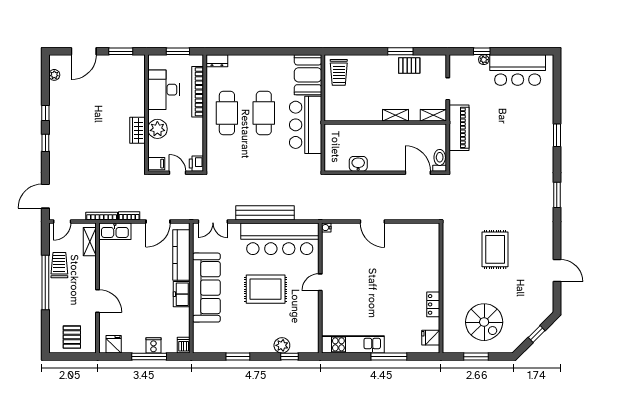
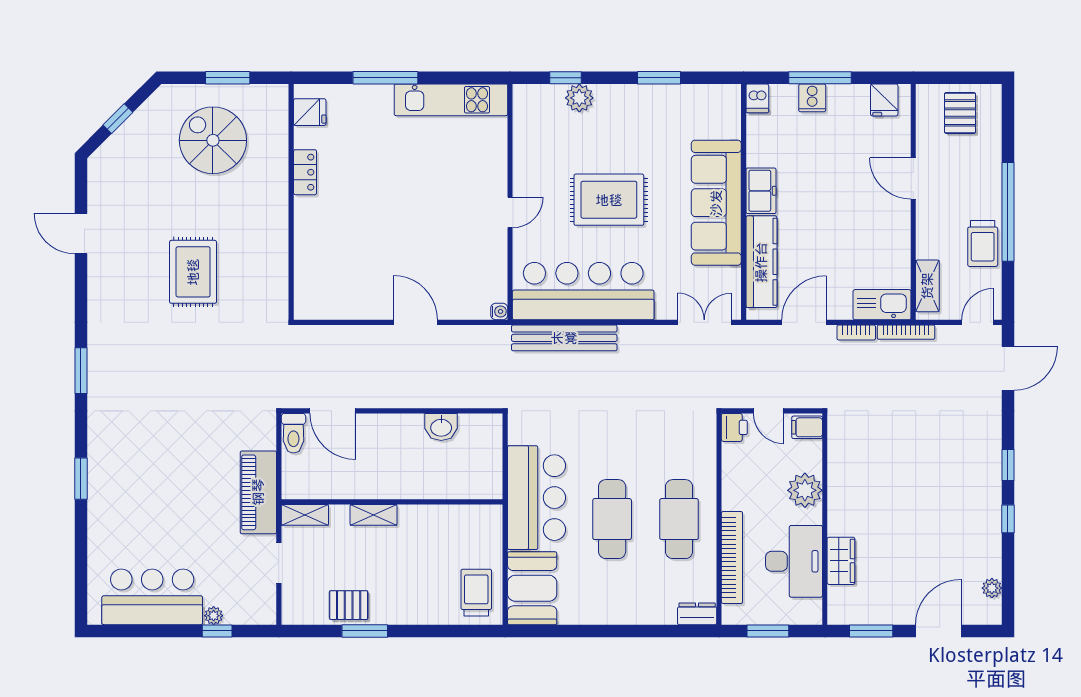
wardrobe: (138, 130) -> (841, 561), moved
bench: (265, 213) -> (564, 338), moved

